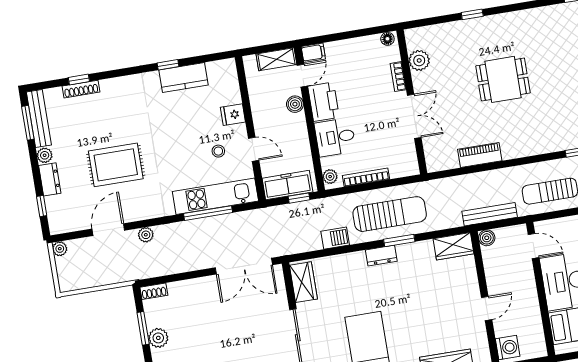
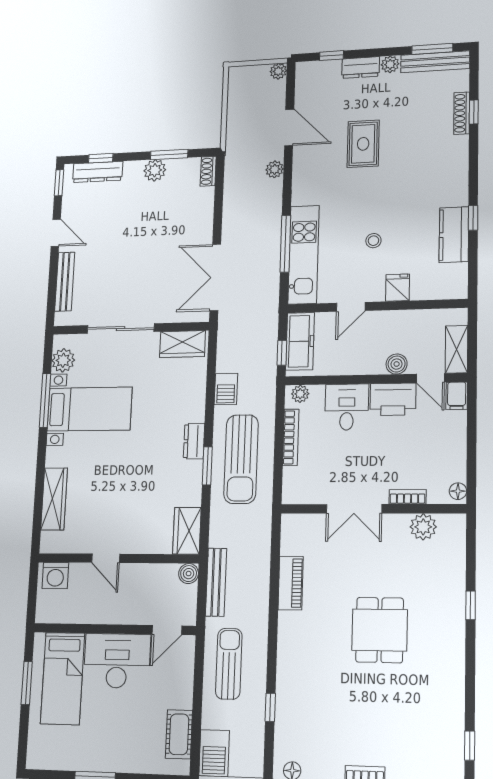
stool: (218, 151) -> (373, 241), moved
rug: (116, 165) -> (363, 144), width x0.73, depth x0.70

